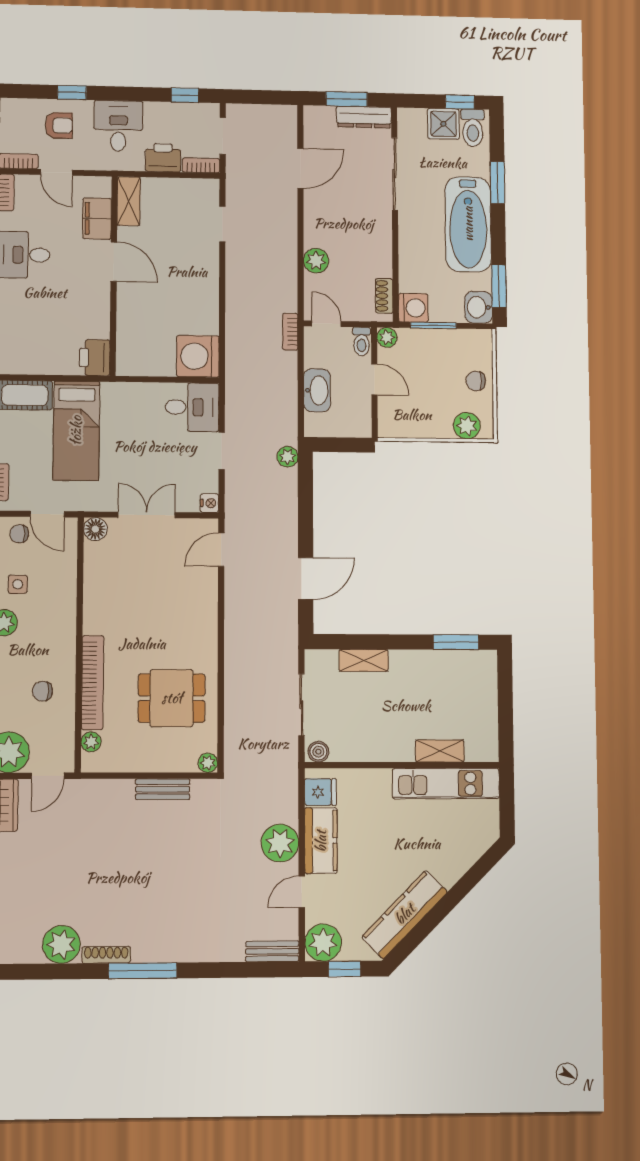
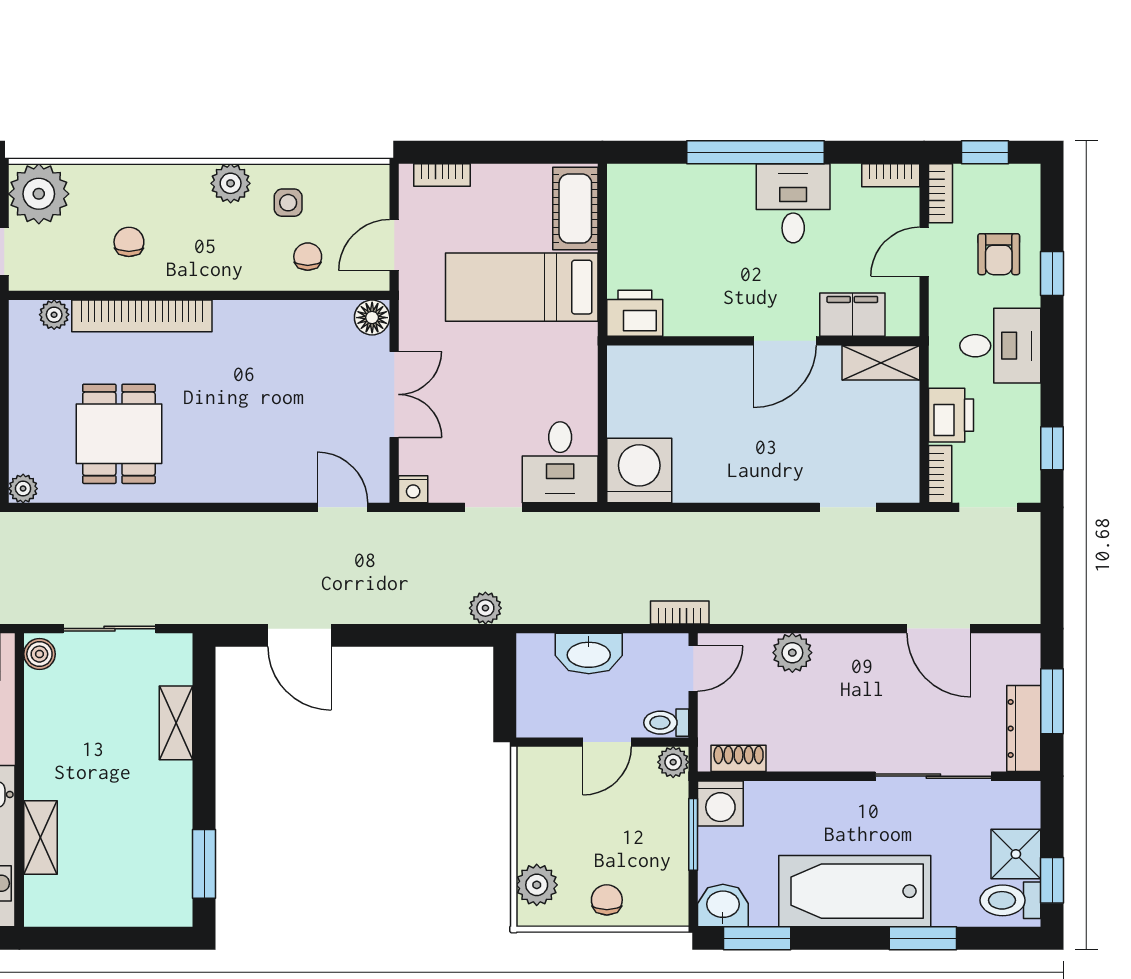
chair: (19, 534) -> (308, 257), moved

